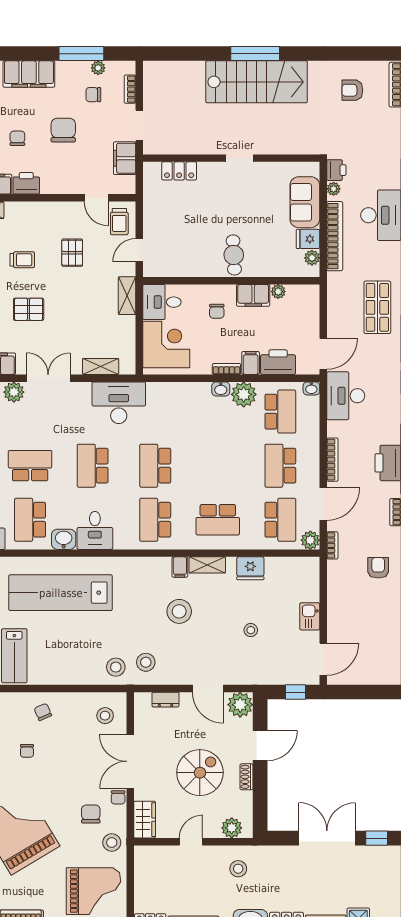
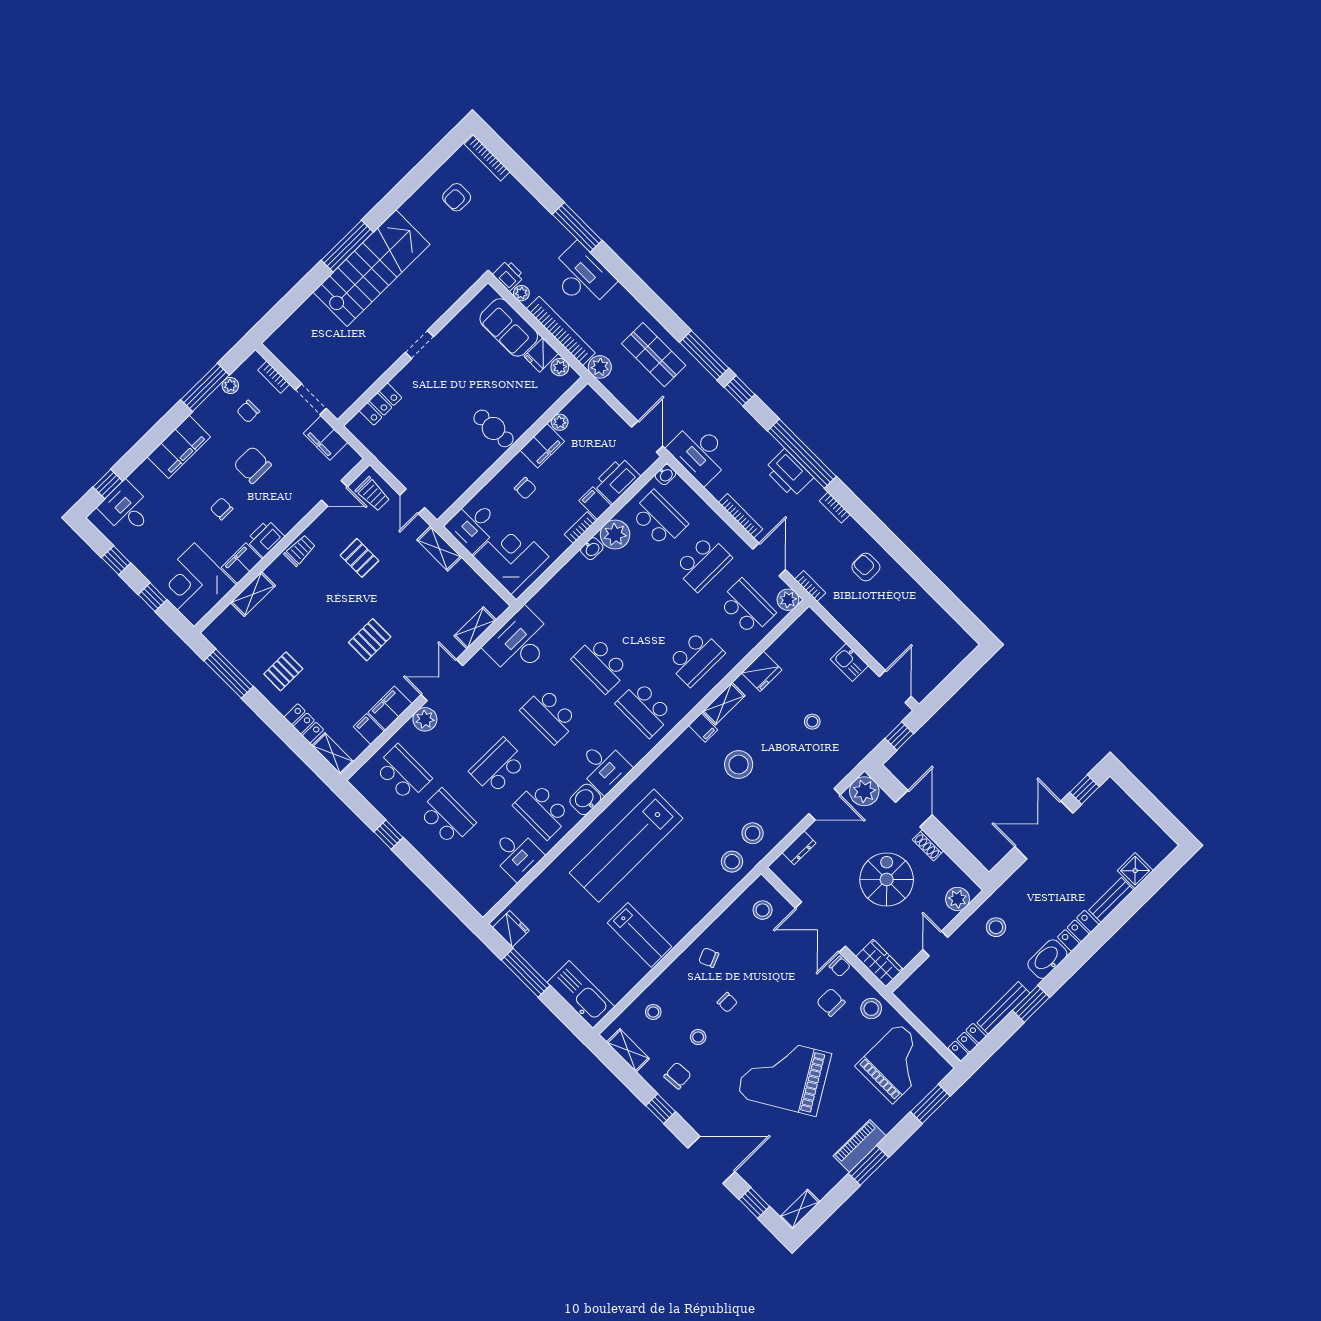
trolley: (22, 260) -> (300, 551), moved
plant: (337, 282) -> (600, 367), added
school desk: (280, 466) -> (703, 563), turned -90

